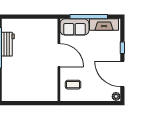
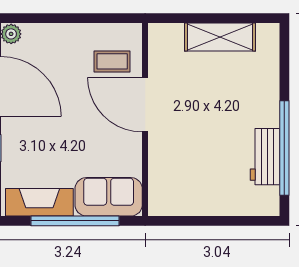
door: (59, 55) -> (145, 105), moved
shelving: (27, 95) -> (220, 37), added

